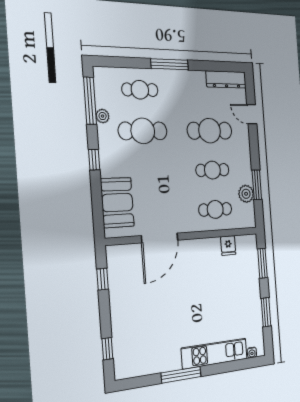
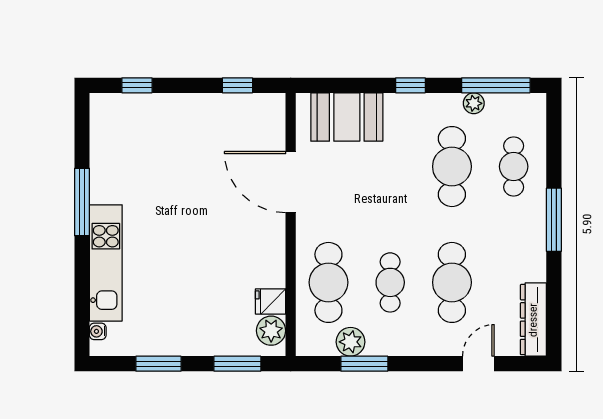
cafe table: (215, 209) -> (328, 282), width x1.37, depth x1.35
plant: (244, 244) -> (271, 331), added

